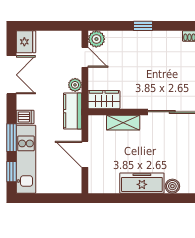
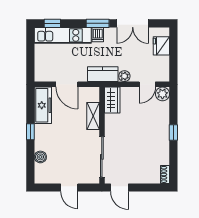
fridge: (26, 42) -> (161, 46), moved, turned 90
window: (12, 138) -> (98, 23), moved
door: (85, 154) -> (67, 84), swing flipped
freezer: (142, 183) -> (43, 105), moved
window: (142, 198) -> (30, 132), added

